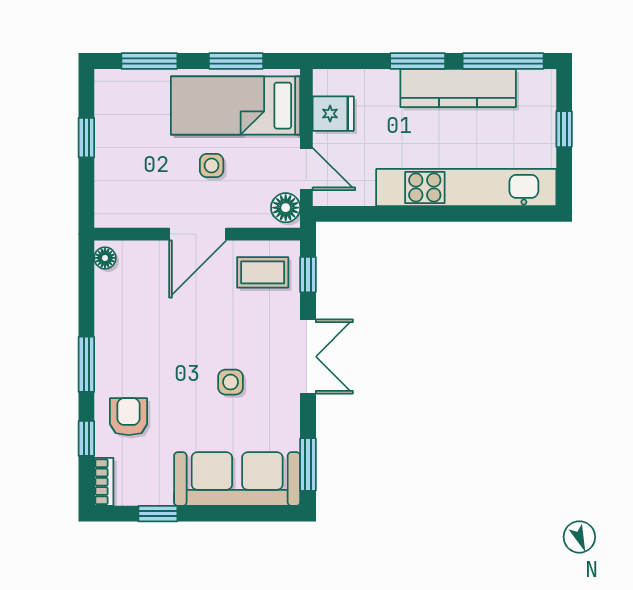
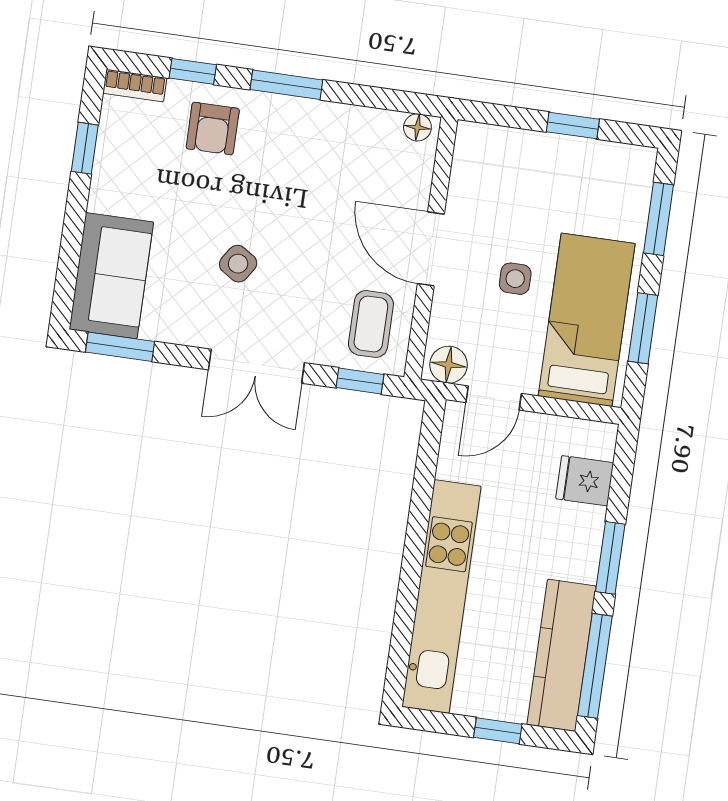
kitchen counter: (458, 88) -> (562, 655), moved
fridge: (333, 114) -> (585, 481), moved, turned 90
side table: (230, 382) -> (238, 264), turned 33
armchair: (129, 417) -> (213, 129), turned 90
sofa: (237, 479) -> (111, 276), width x0.73

